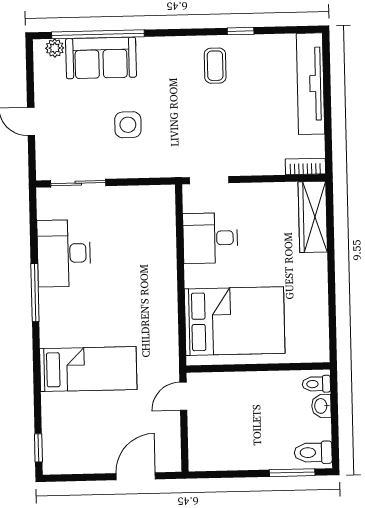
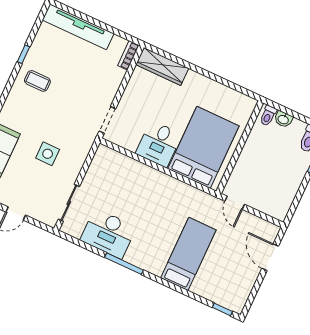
desk: (210, 238) -> (159, 144), moved

